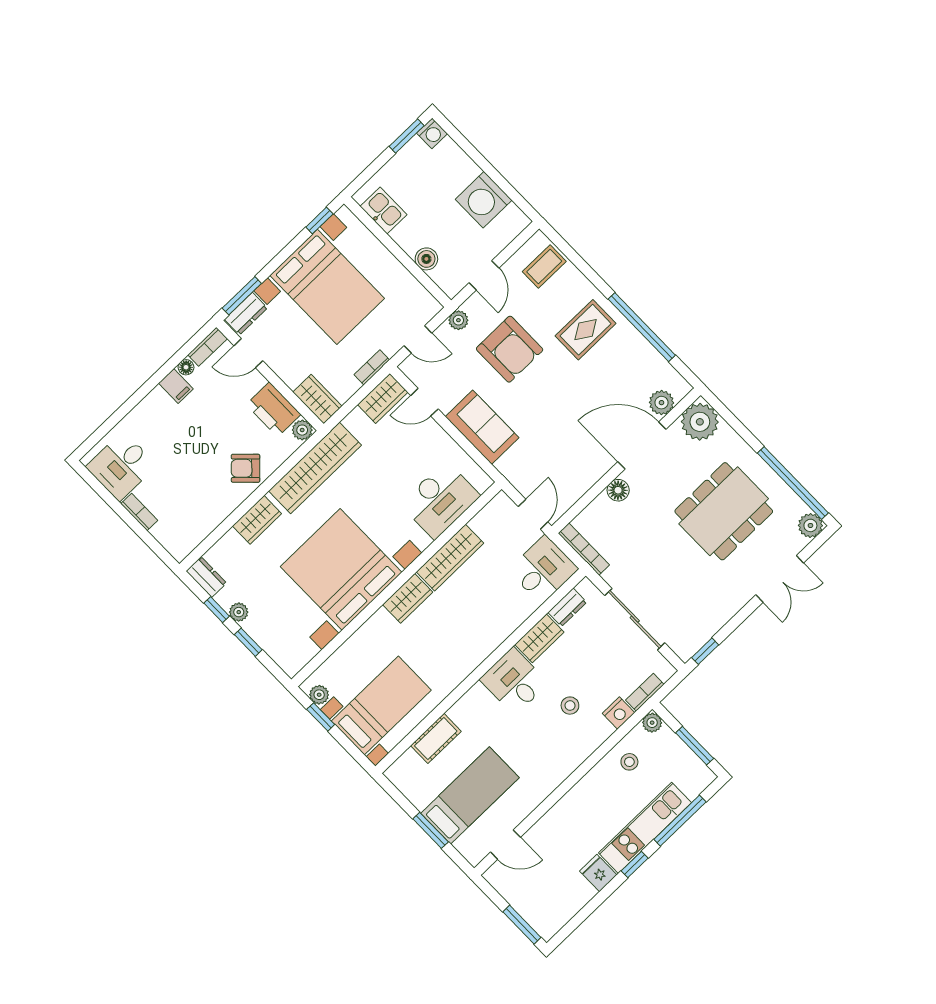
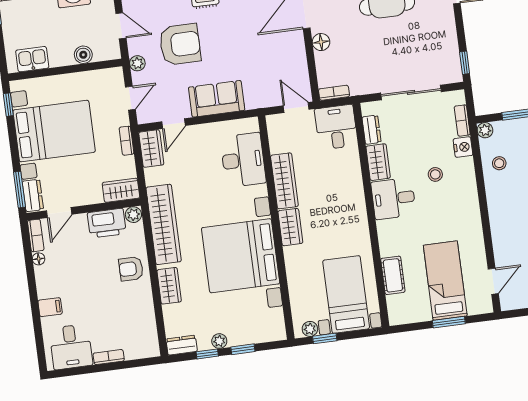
filing cabinet: (176, 386) -> (50, 307), moved
armchair: (246, 468) -> (131, 269), turned 46
bookcase: (584, 549) -> (334, 93), width x0.64

